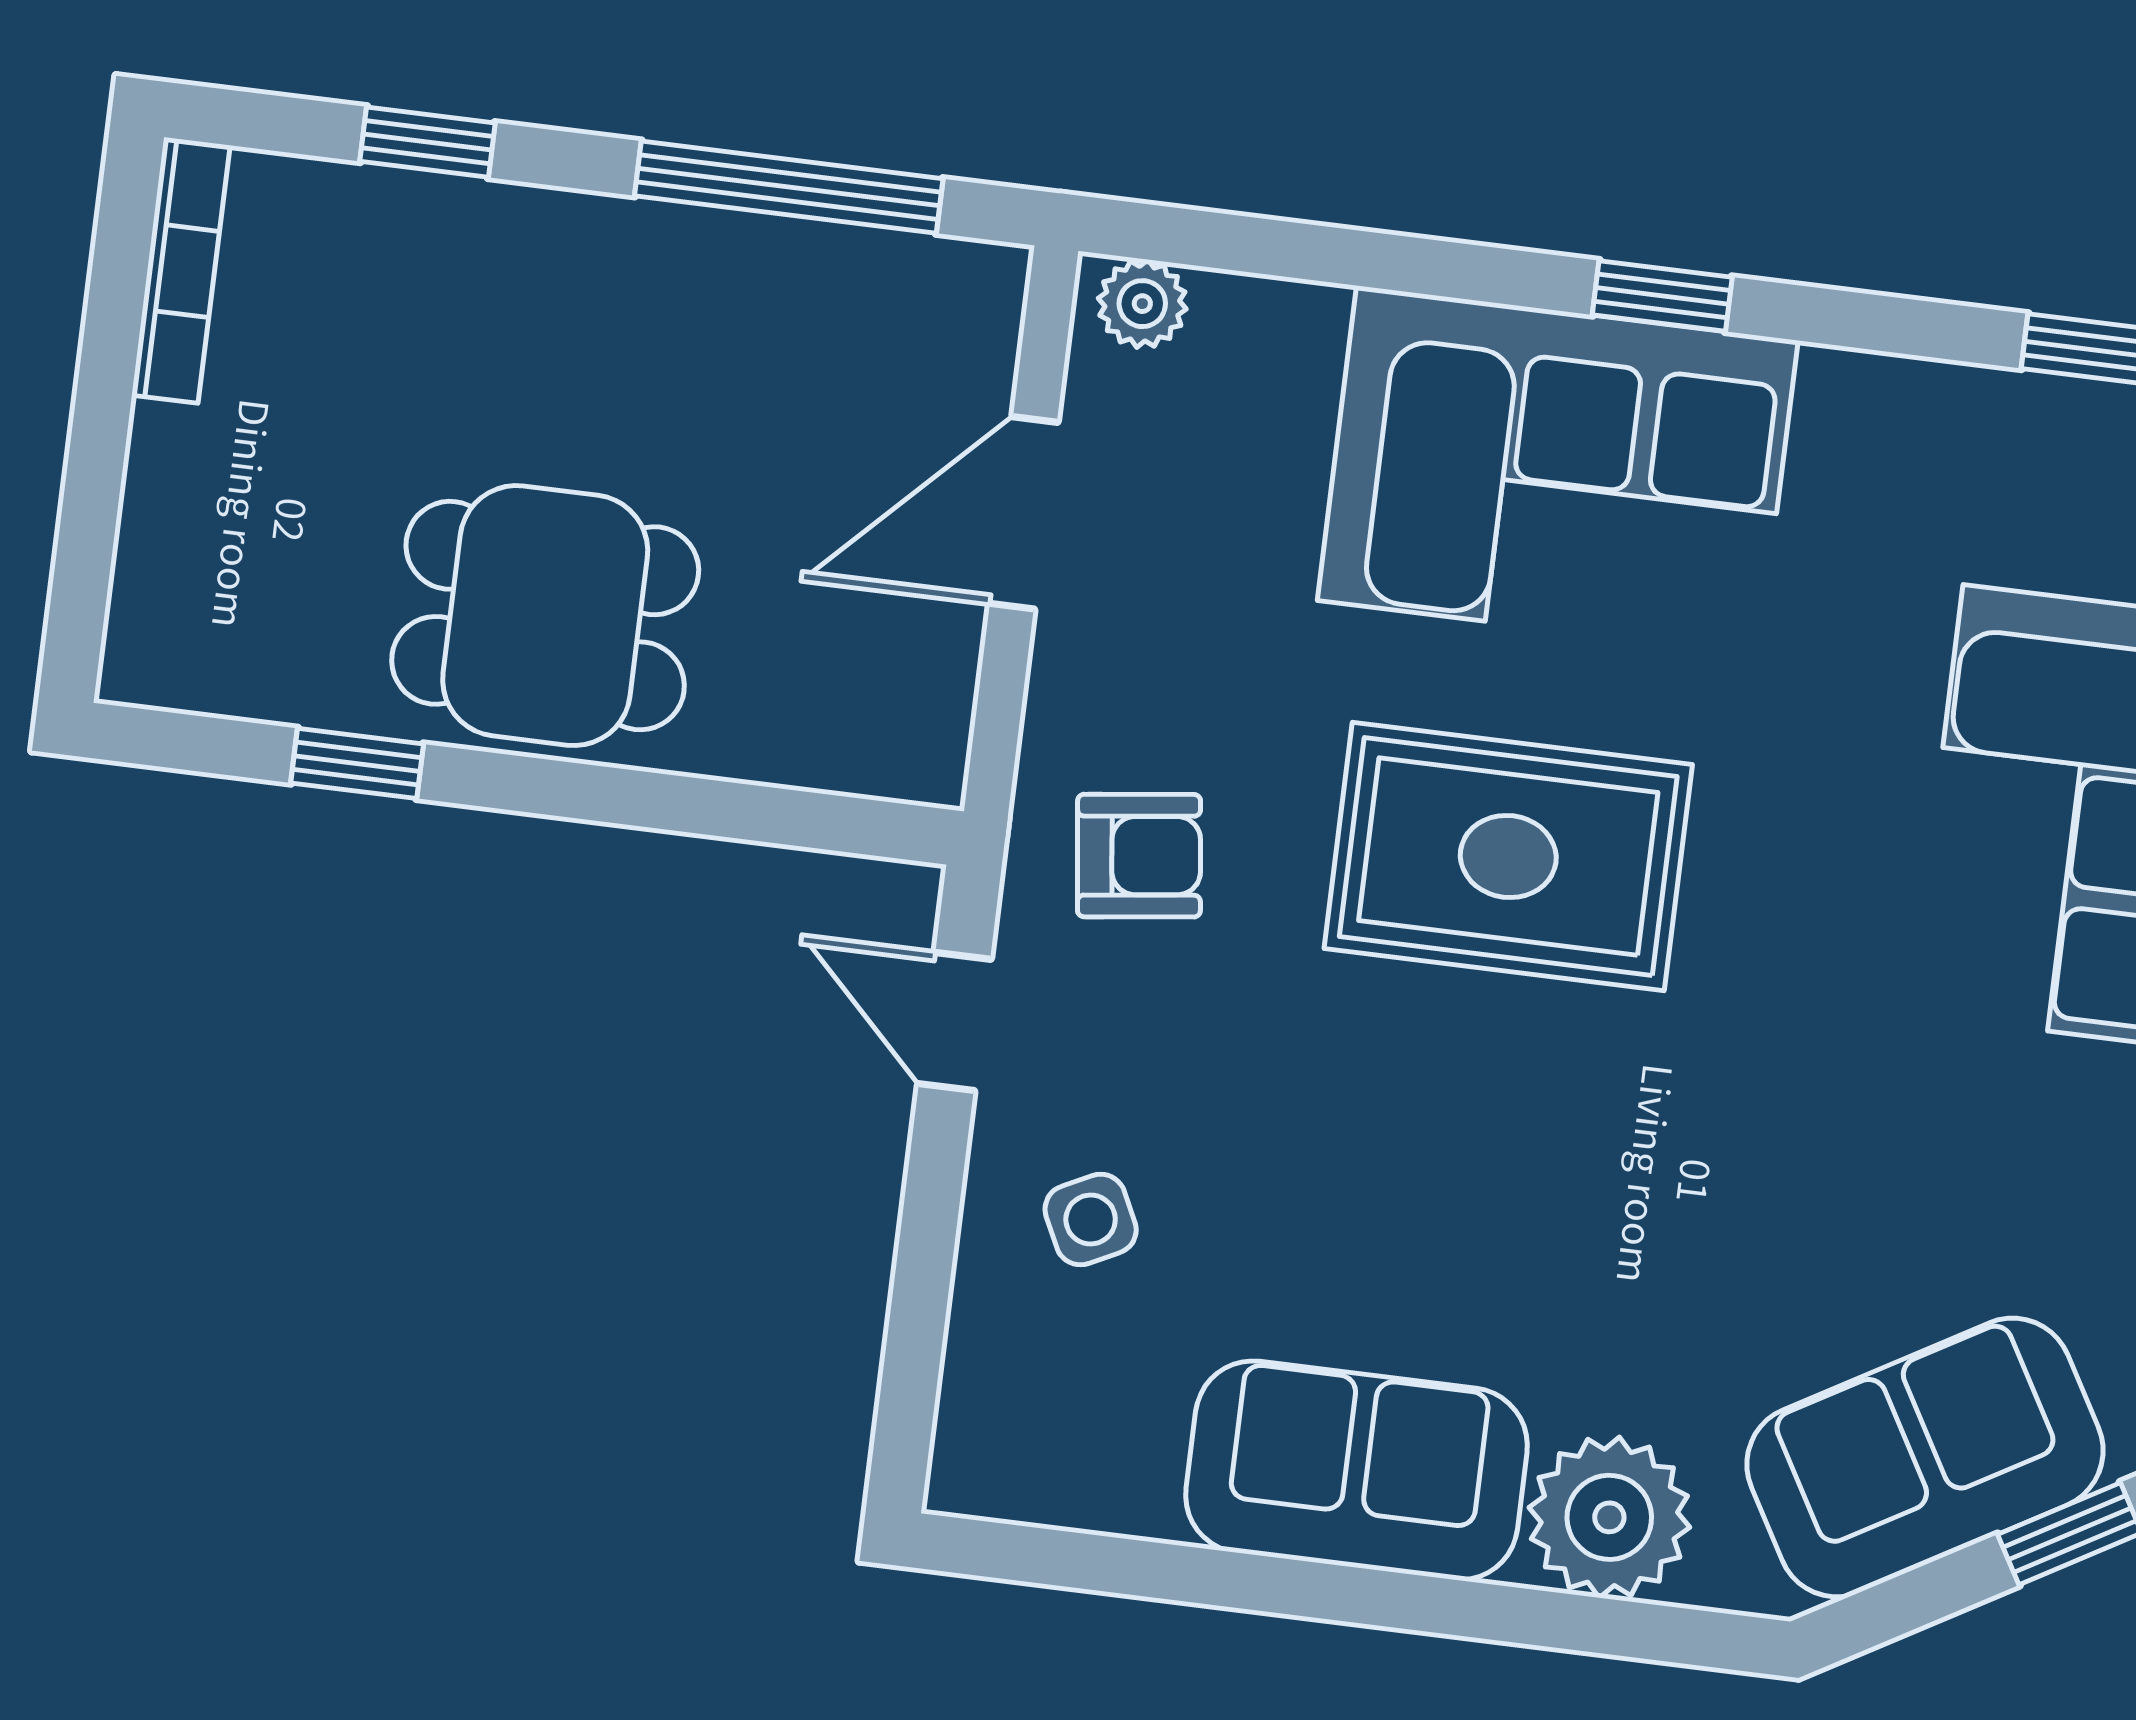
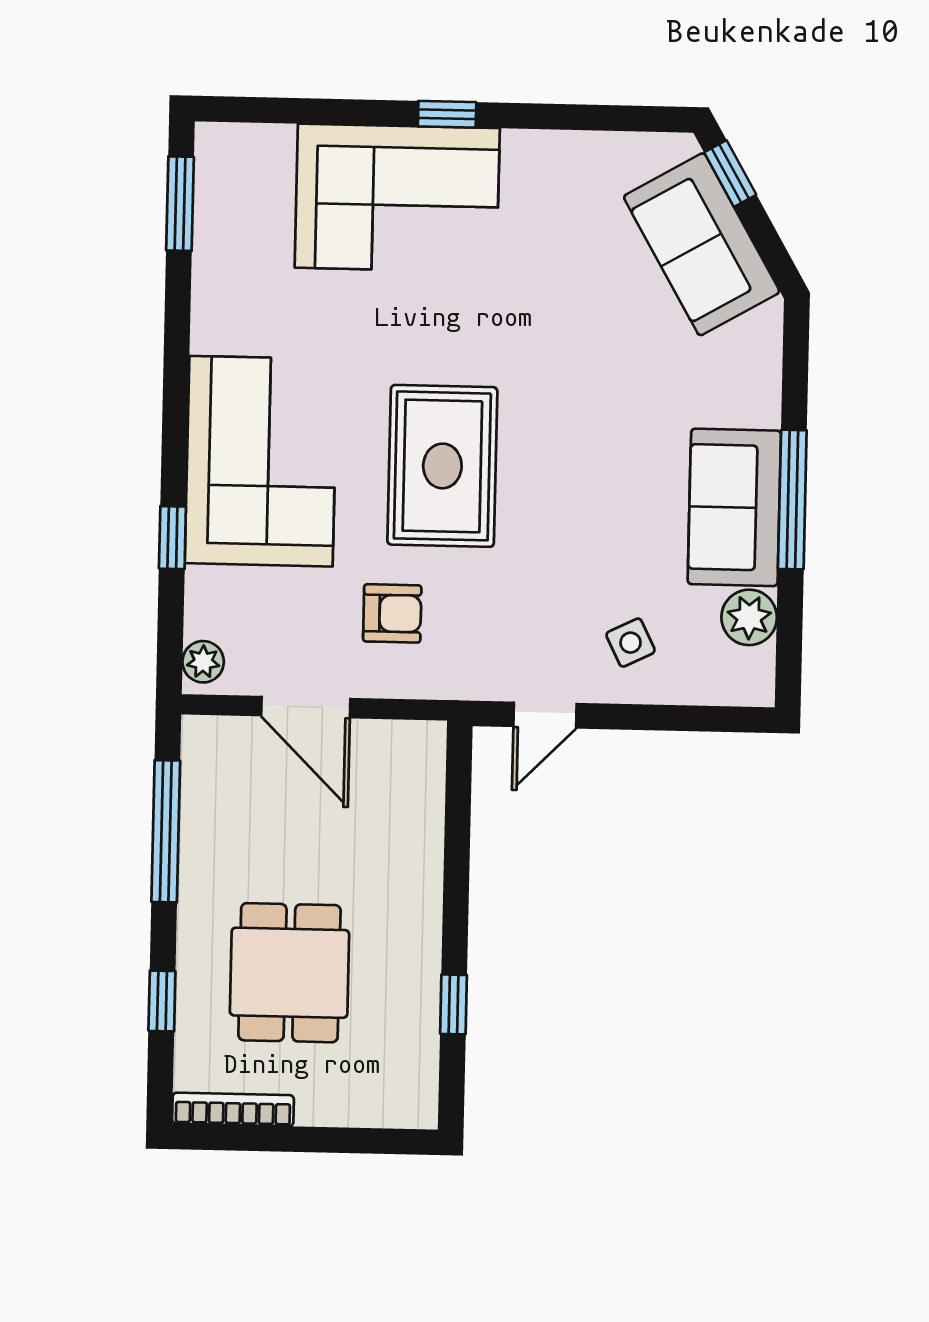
window: (1662, 296) -> (172, 538), moved
dining table: (545, 616) -> (289, 973), moved
armchair: (1139, 856) -> (392, 613), moved, turned 97
plant: (1609, 1517) -> (749, 617), moved, width x0.73, depth x0.73
window: (1361, 1596) -> (792, 500), added

